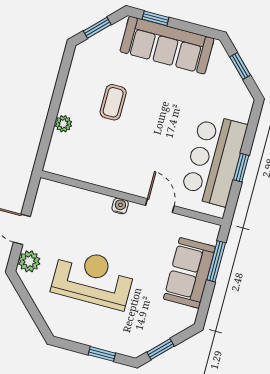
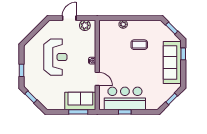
door: (160, 206) -> (97, 79), hinge flipped
plant: (29, 261) -> (85, 25), moved
sofa: (189, 273) -> (80, 101), moved

